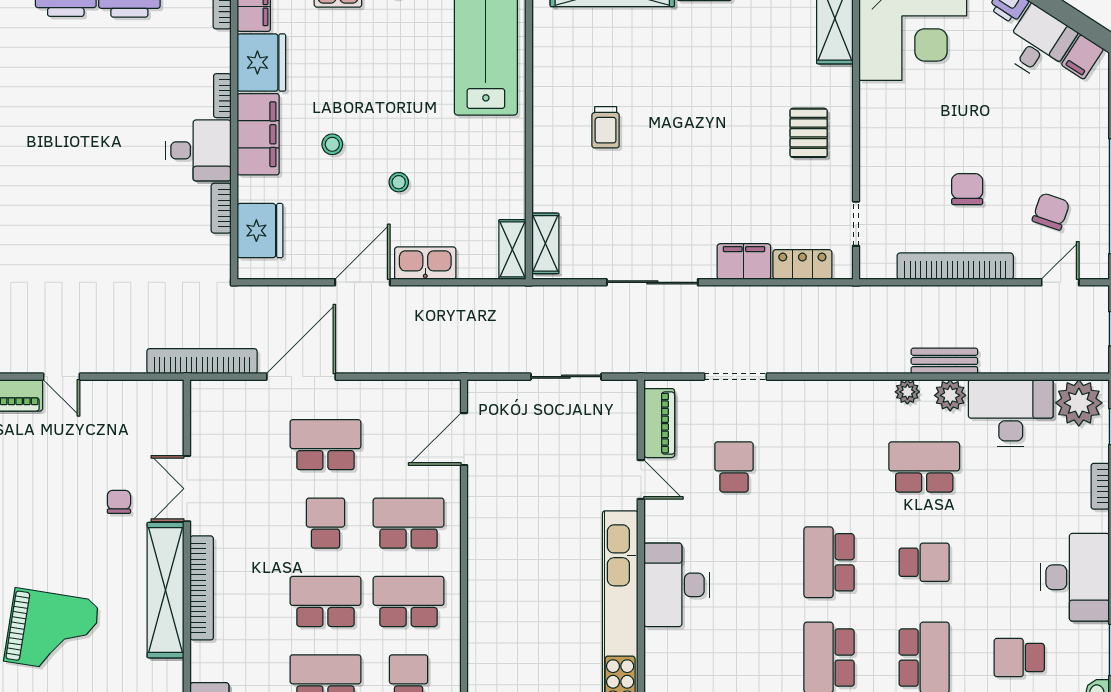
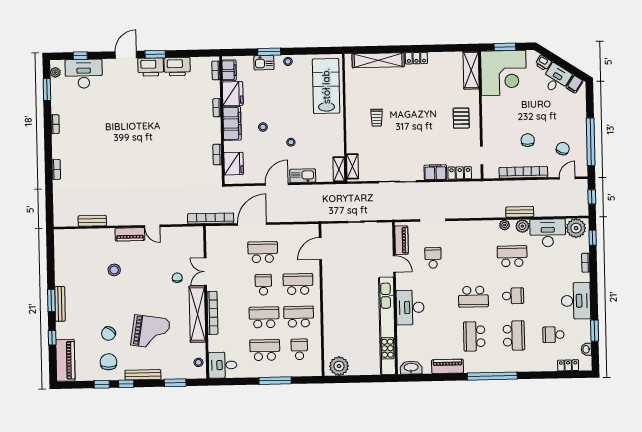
desk: (198, 150) -> (207, 131), removed
school desk: (829, 562) -> (473, 297), turned -90

